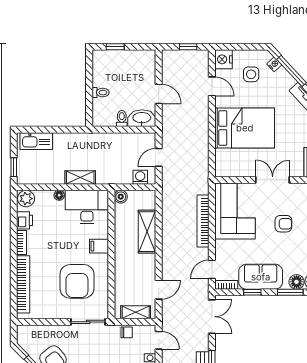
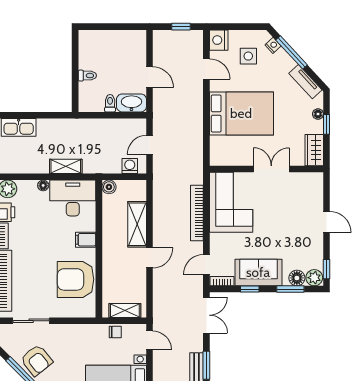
window: (115, 47) -> (103, 27), removed
armchair: (283, 224) -> (283, 216), removed
armchair: (77, 281) -> (76, 279), moved, turned 90
door: (159, 290) -> (149, 258), moved
sliding door: (88, 322) -> (31, 321), moved

